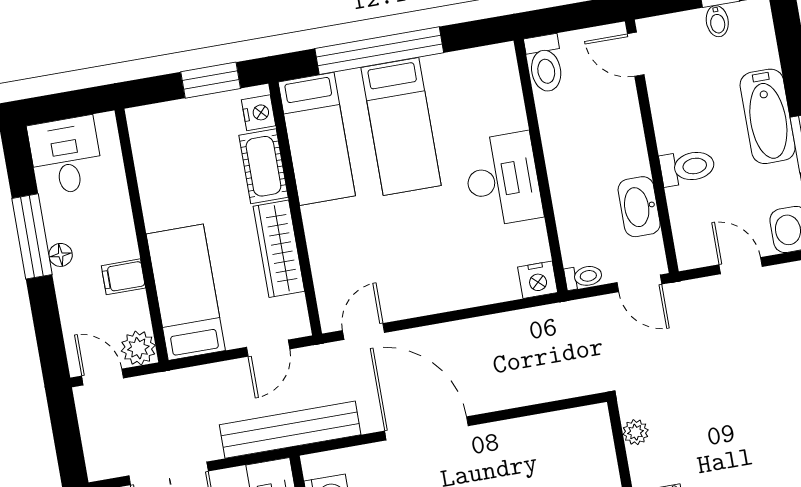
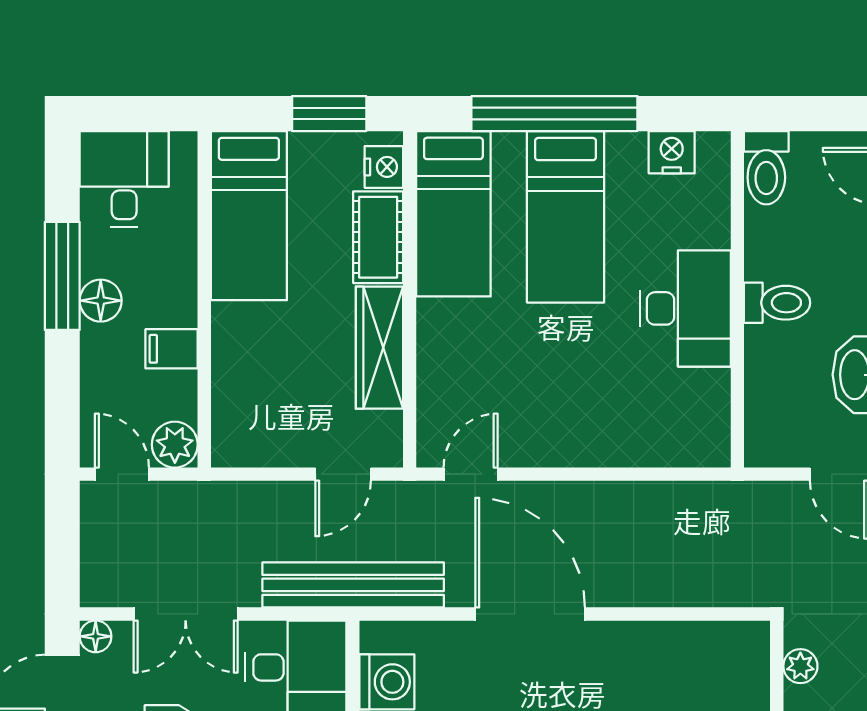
floor lamp: (61, 255) -> (101, 301), width x1.37, depth x1.37
toilet: (583, 277) -> (777, 303), moved, width x1.37, depth x1.39
nightstand: (538, 280) -> (672, 152), moved, turned 180
bed: (186, 292) -> (249, 216), moved, turned 180

